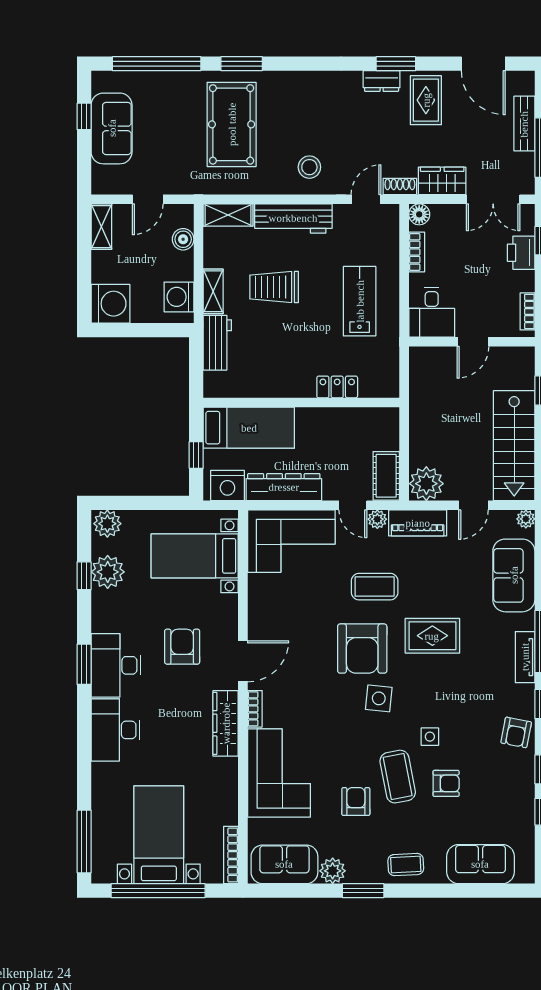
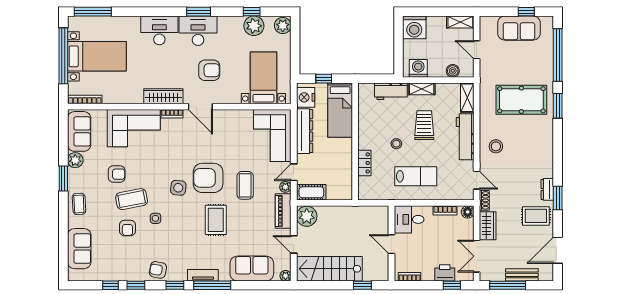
stool: (305, 334) -> (396, 144), added

